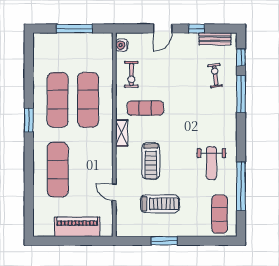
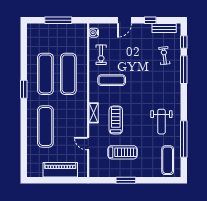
shelving: (122, 133) -> (94, 113), moved
treadmill: (151, 161) -> (116, 120), turned 180

